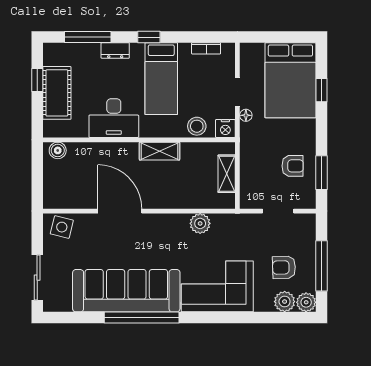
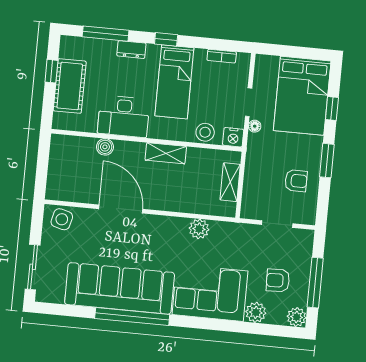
boiler: (58, 150) -> (105, 147), moved
window: (321, 173) -> (327, 161), moved
plant: (285, 302) -> (256, 312), moved

